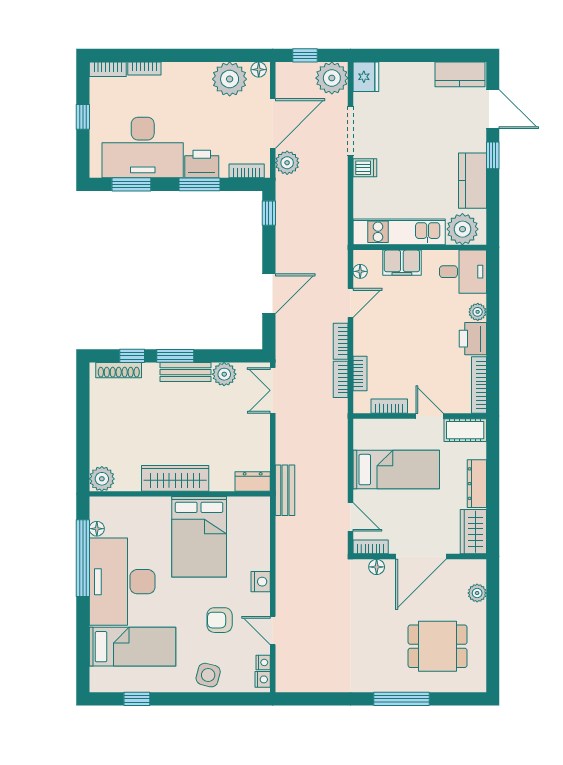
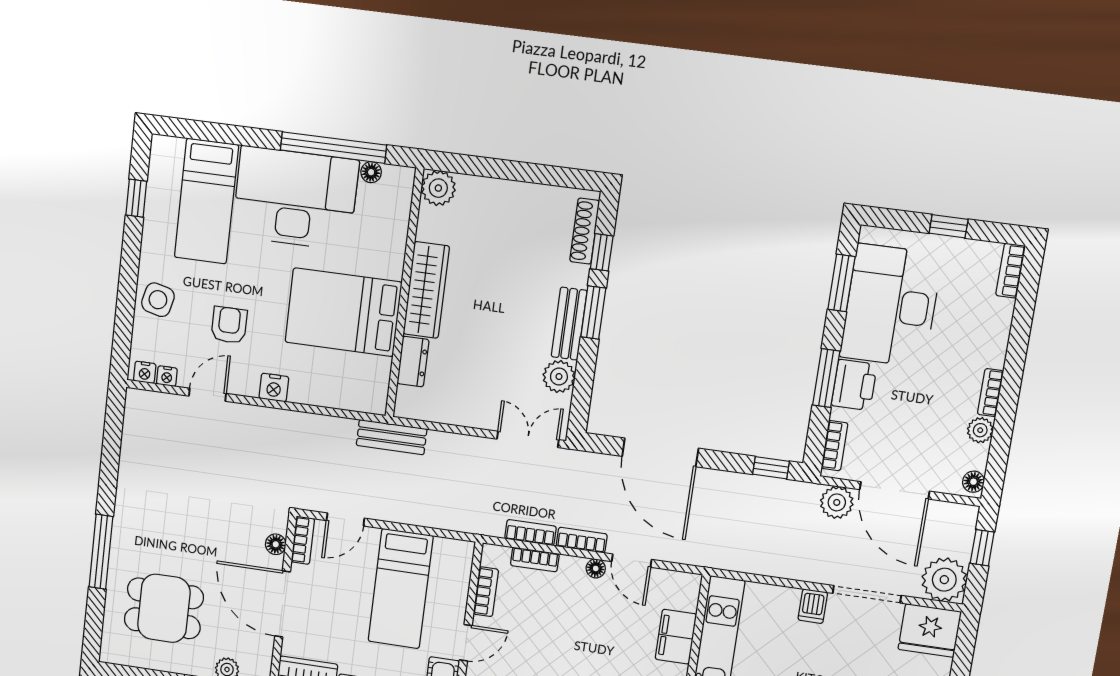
bookcase: (144, 69) -> (990, 393), moved
fridge: (366, 77) -> (930, 630), width x1.36, depth x1.34
plant: (230, 79) -> (980, 430), width x0.53, depth x0.53
floor lamp: (360, 271) -> (596, 568), moved
door: (269, 294) -> (660, 452), width x1.36
dresser: (253, 481) -> (413, 362), moved
dining table: (438, 646) -> (164, 608), turned 90

